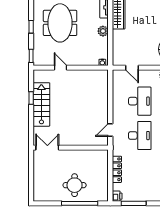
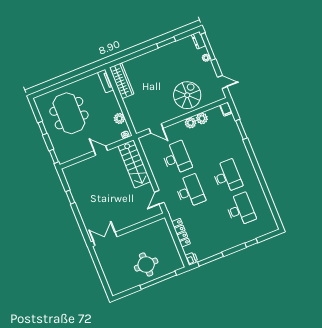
plant: (103, 31) -> (119, 119), moved
door: (61, 68) -> (101, 151), moved
stairs: (41, 104) -> (134, 164), moved, turned 180

